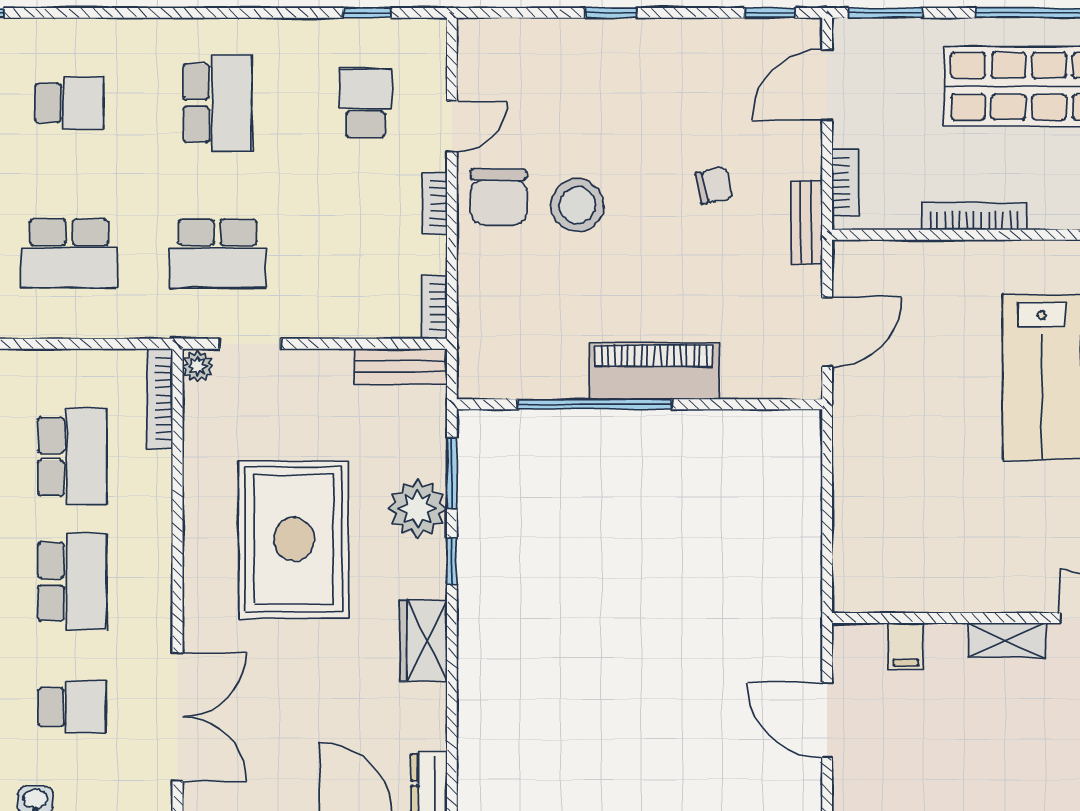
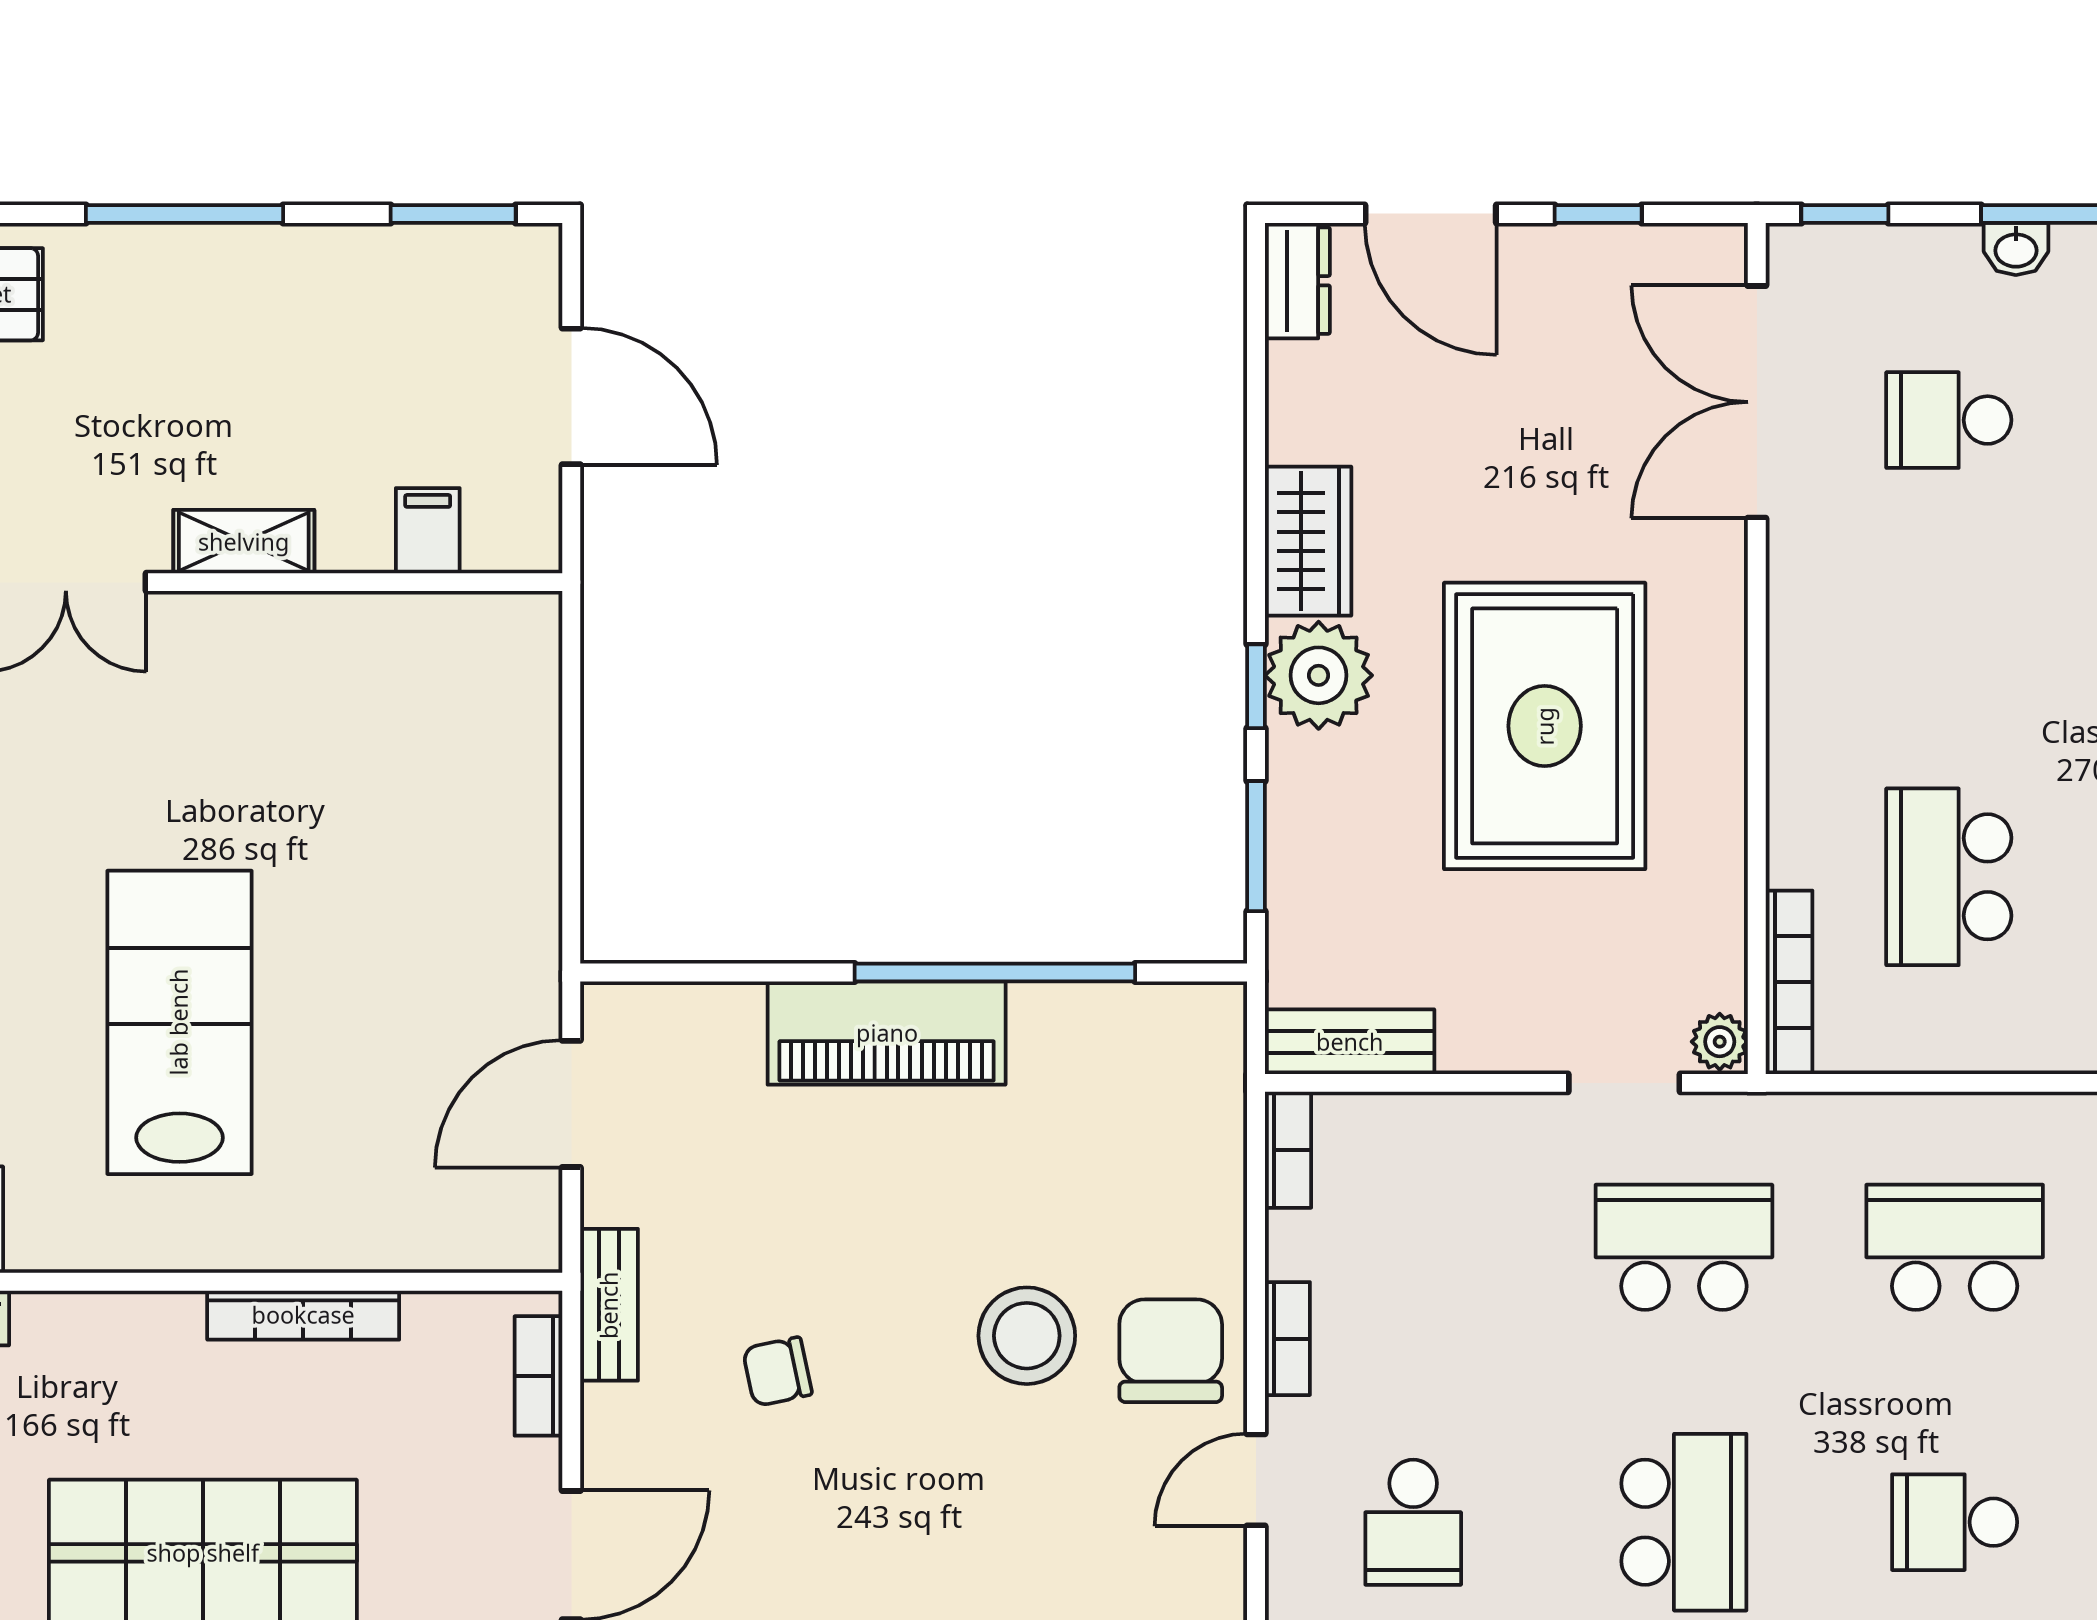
school desk: (217, 103) -> (1684, 1522), turned 180
plant: (418, 509) -> (1319, 675), moved
school desk: (72, 582) -> (1949, 648), removed

